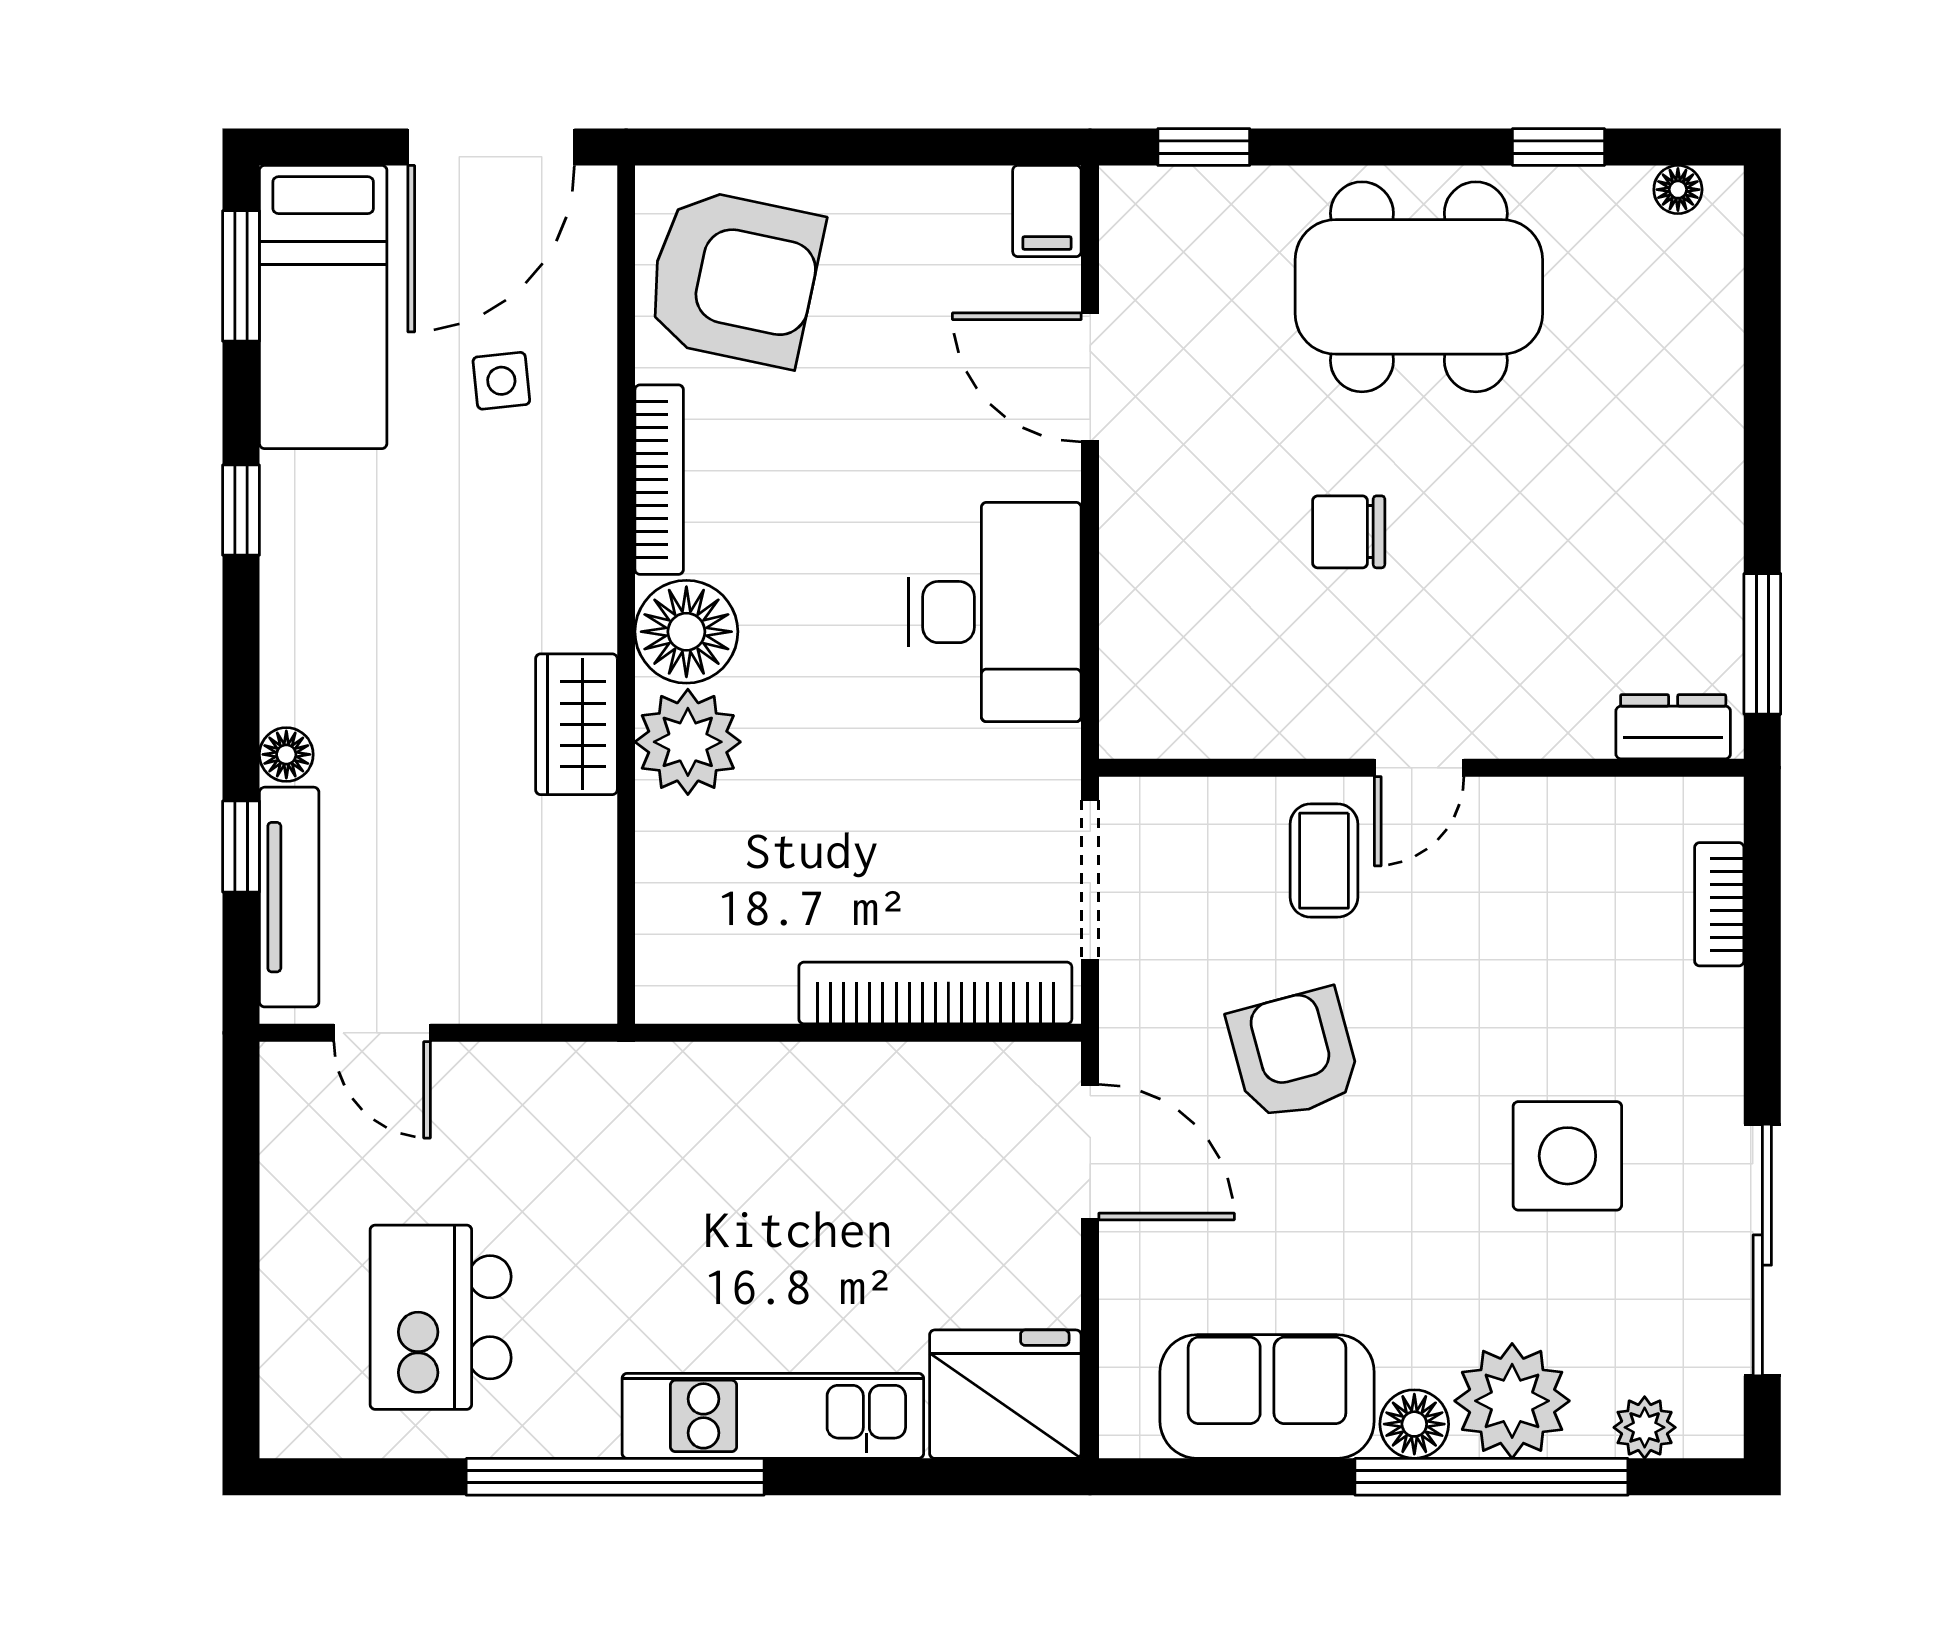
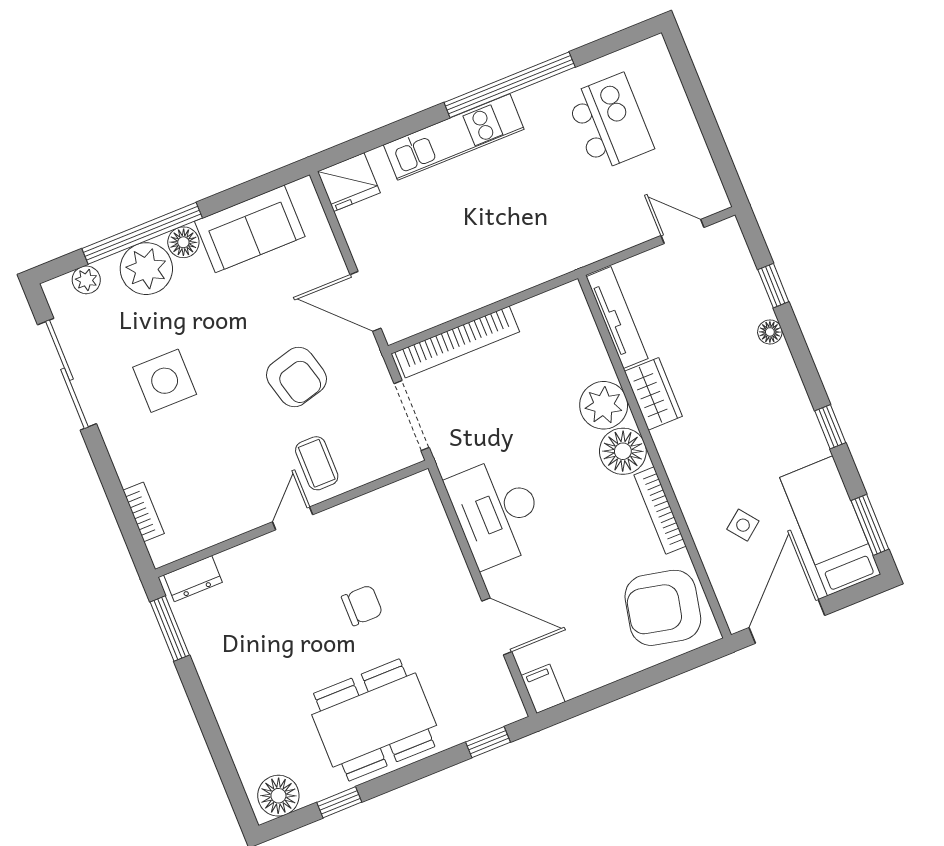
floor lamp: (1678, 190) -> (278, 796), width x1.89, depth x1.89
side table: (501, 381) -> (743, 525), turned -32
tv unit: (289, 897) -> (617, 318), moved, turned 180
fridge: (1005, 1394) -> (349, 182), width x0.73, depth x0.75

